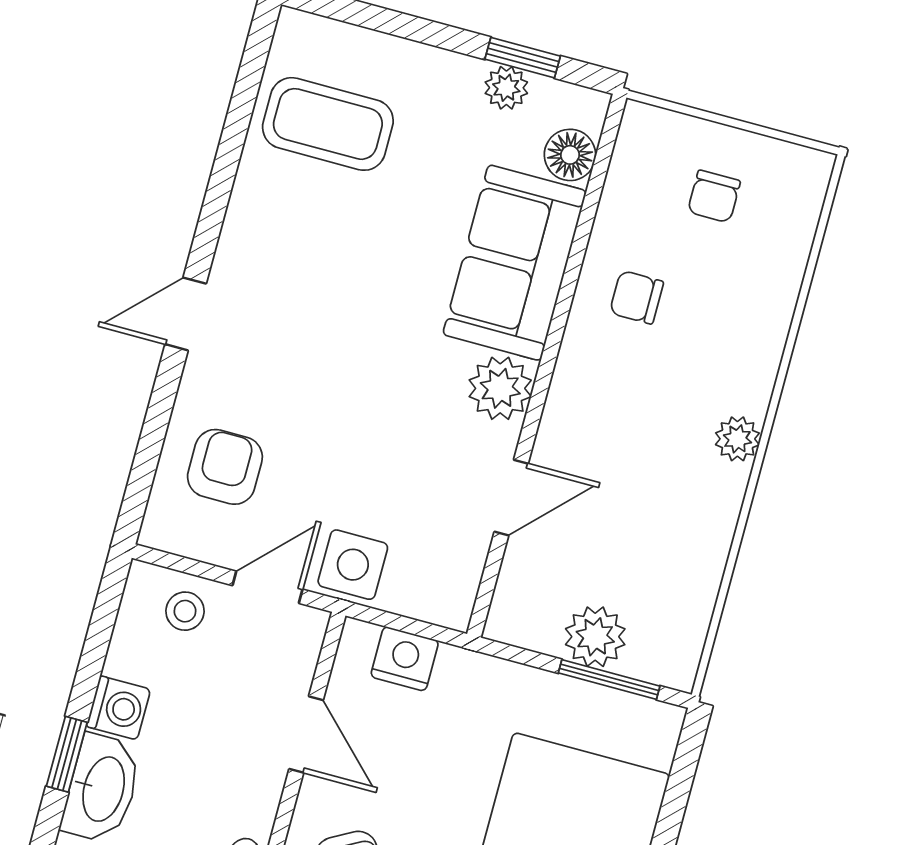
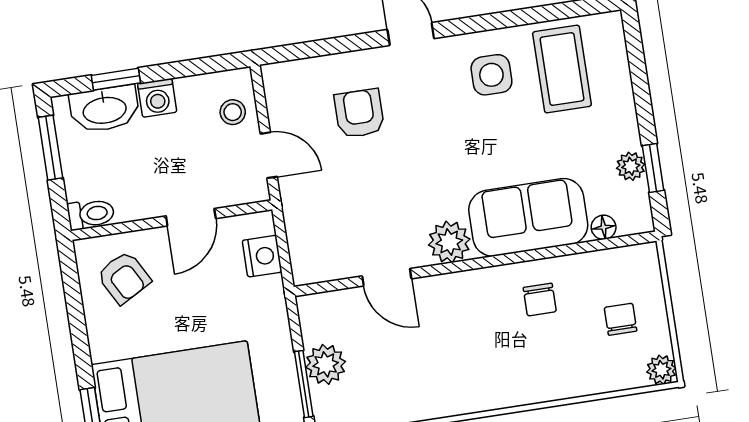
floor lamp: (570, 155) -> (604, 227), width x0.73, depth x0.73
chair: (714, 196) -> (621, 319), turned 90
chair: (637, 297) -> (540, 300), turned 180
plant: (737, 439) -> (661, 370), moved
armchair: (225, 467) -> (359, 113), moved, turned -90
side table: (353, 565) -> (491, 75), moved

